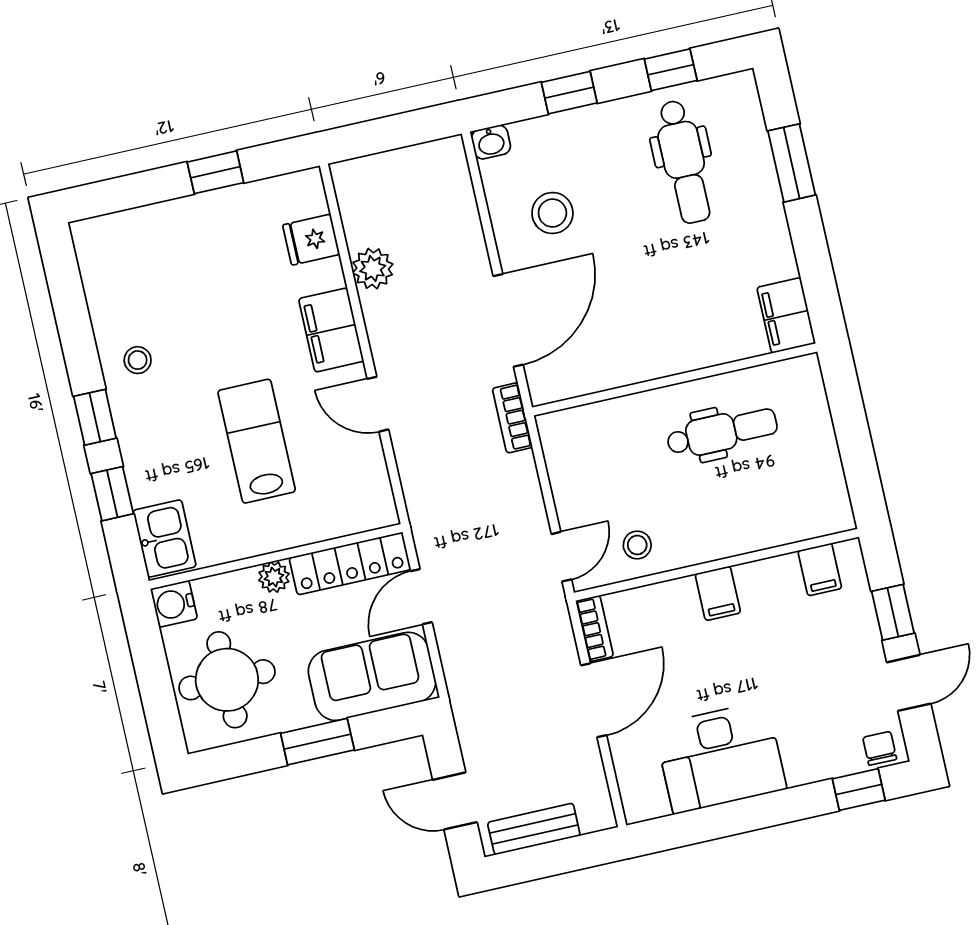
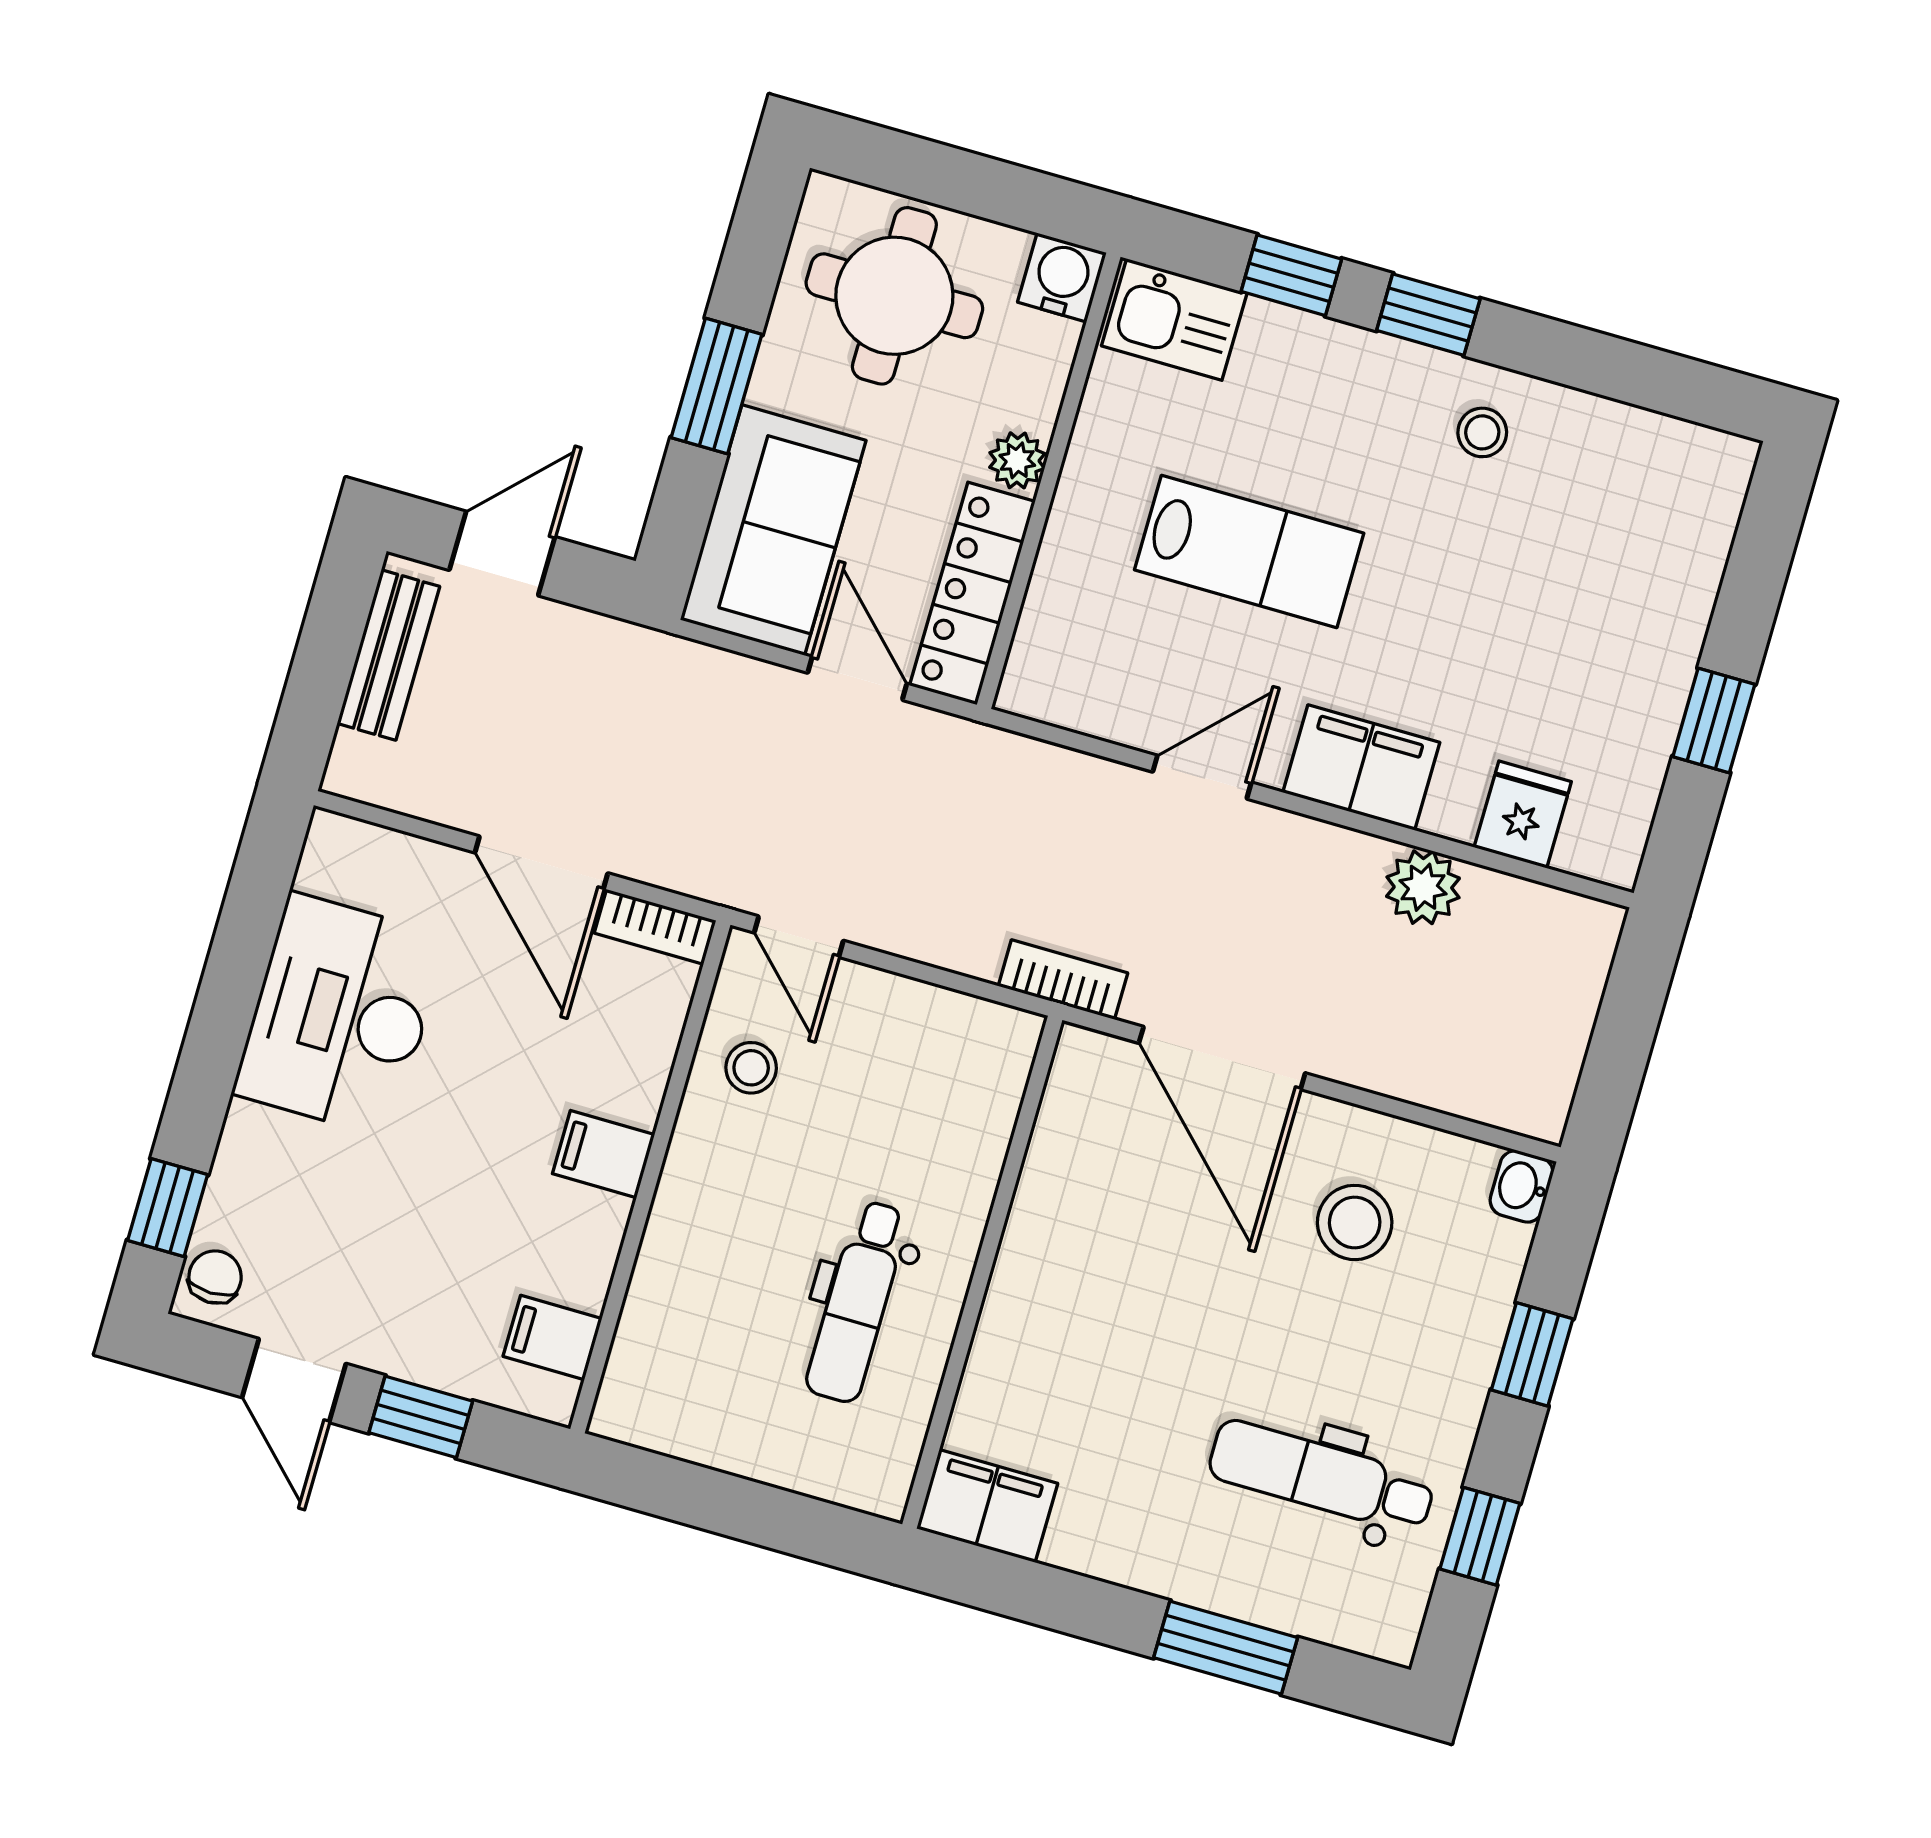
chair: (880, 748) -> (215, 1277), turned -90

